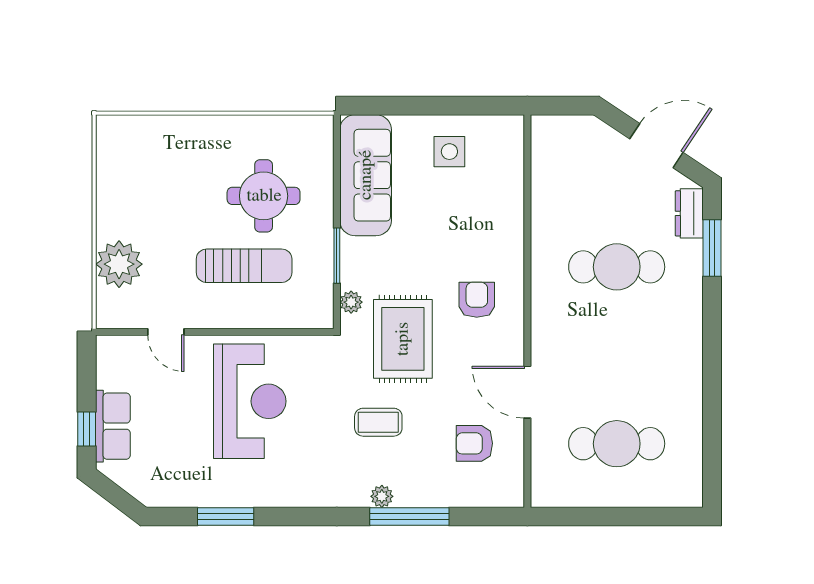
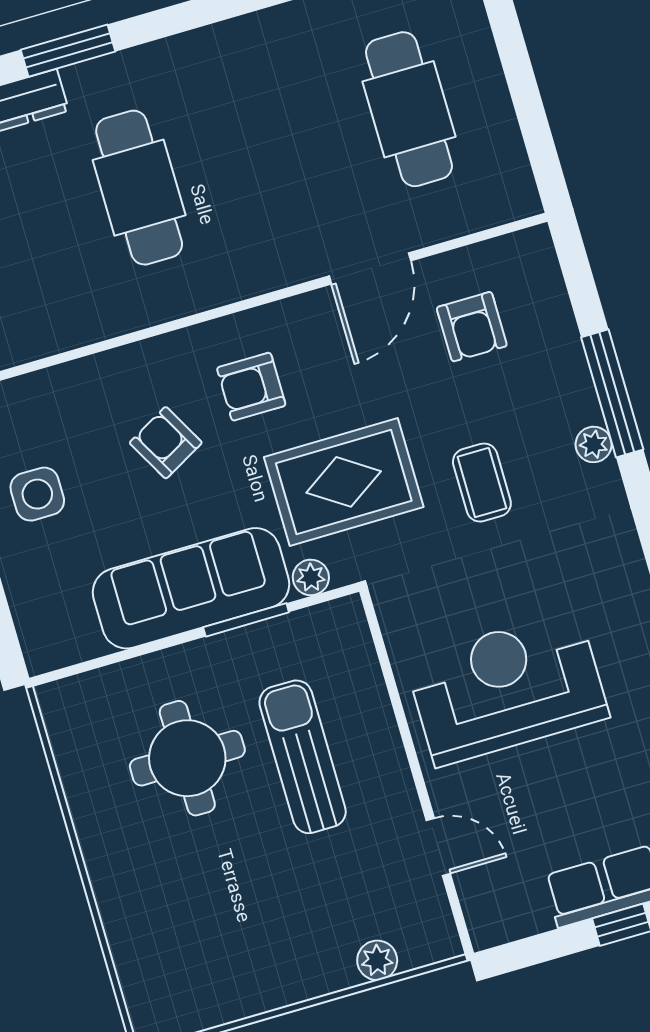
sofa: (366, 175) -> (191, 588), moved
armchair: (458, 238) -> (166, 443), added
plant: (119, 264) -> (377, 960), width x0.53, depth x0.53
door: (166, 332) -> (438, 847), hinge flipped

